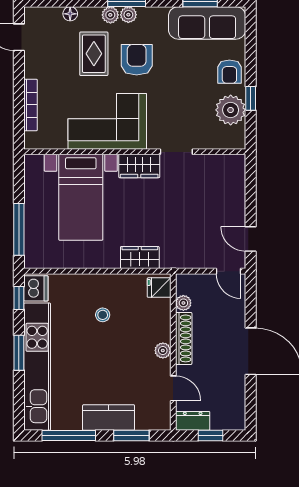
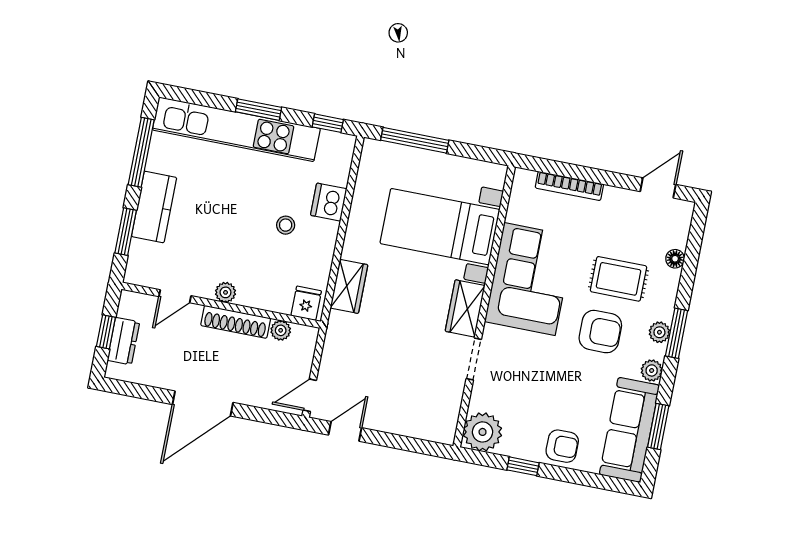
plant: (110, 15) -> (652, 370), moved
armchair: (229, 72) -> (562, 446), turned 180
plant: (231, 110) -> (483, 432), moved
dishwasher: (36, 288) -> (329, 202), moved, turned 90
dresser: (193, 421) -> (123, 341), moved

